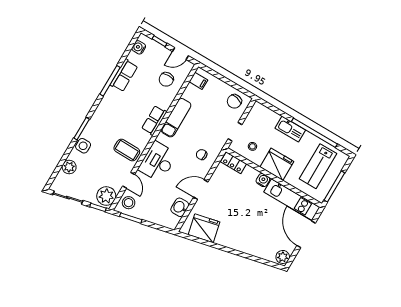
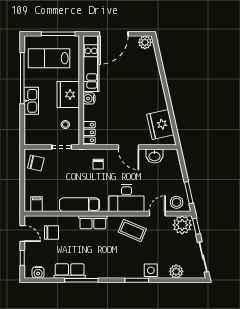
coffee table: (127, 150) -> (132, 231), turned -68
lab bench: (318, 166) -> (49, 58), turned 180

